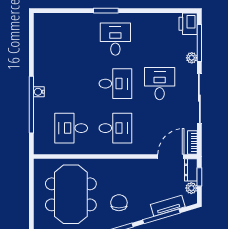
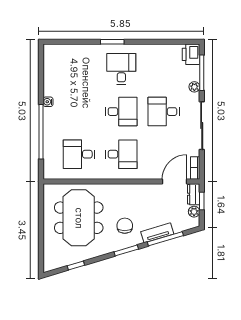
desk: (160, 84) -> (164, 112), turned -90
water cooler: (39, 92) -> (48, 102), moved
tv unit: (168, 206) -> (157, 233), moved

